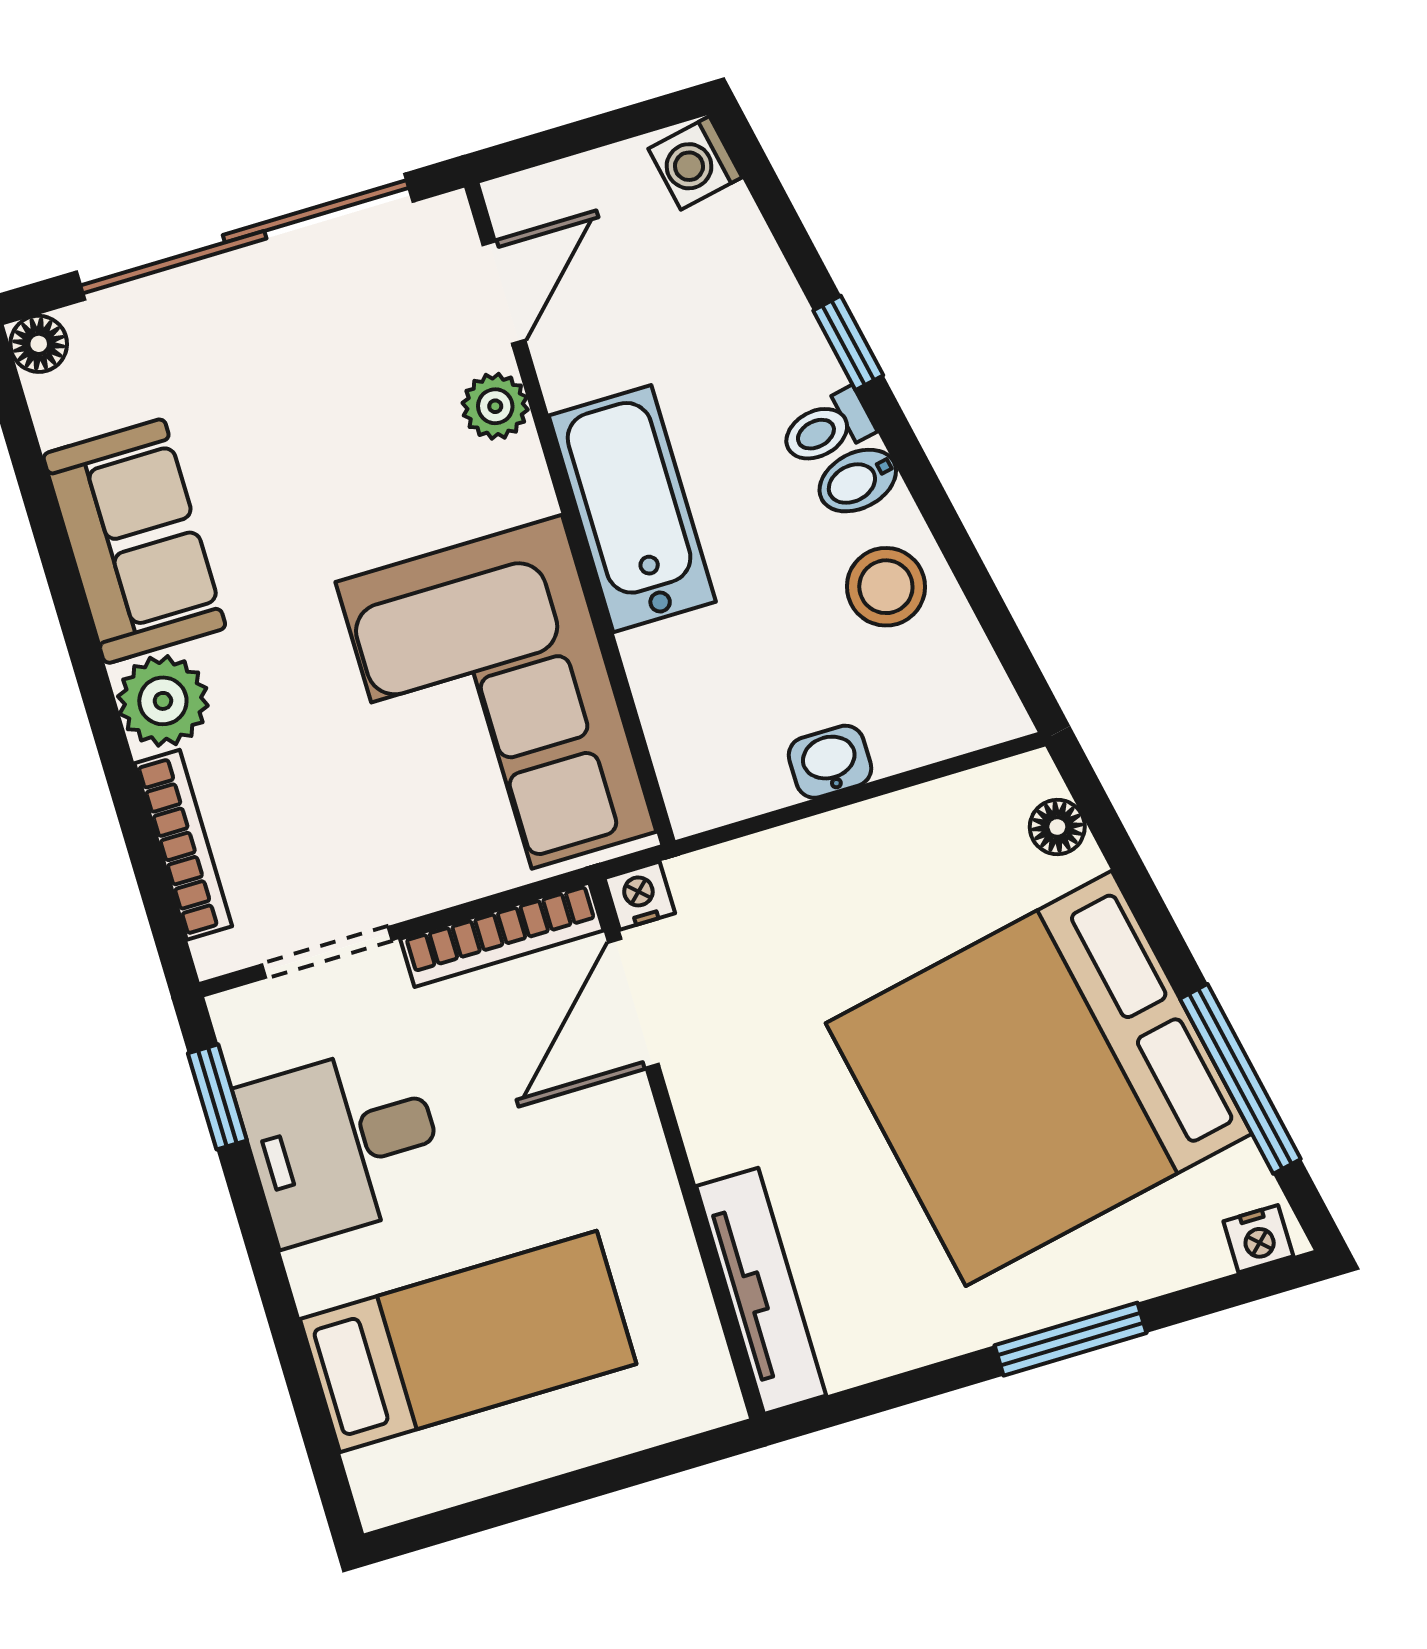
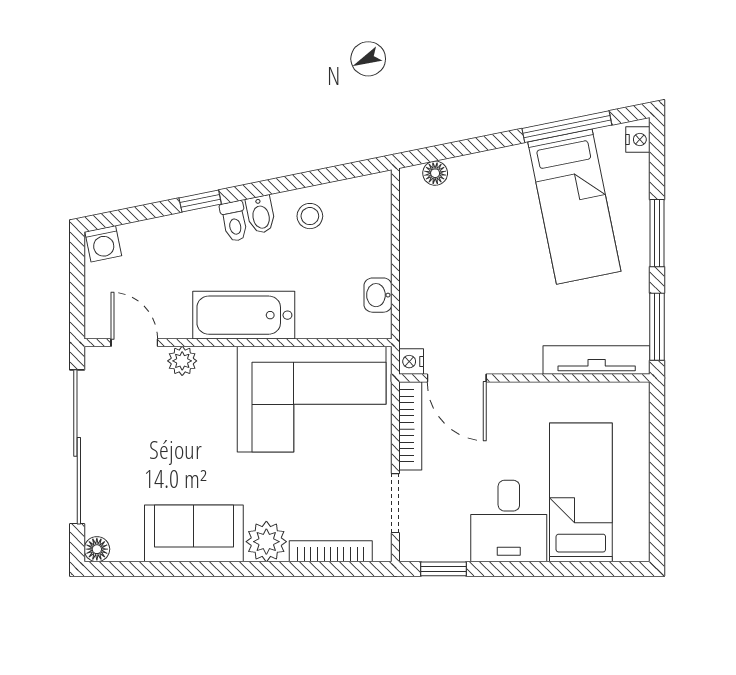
stool: (886, 587) -> (310, 216), width x0.73, depth x0.73
washbasin: (830, 762) -> (378, 295), moved
bed: (1039, 1078) -> (574, 207), width x0.49
desk: (343, 1144) -> (509, 521), moved
window: (871, 1399) -> (657, 327), added

